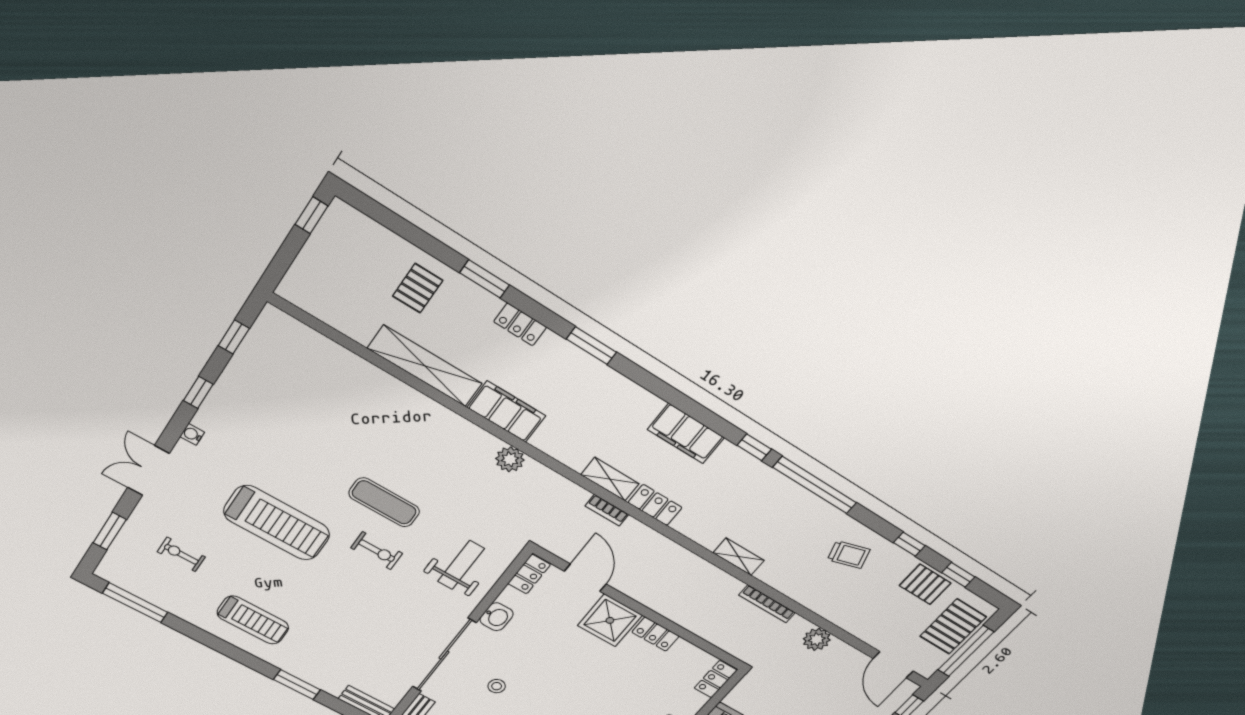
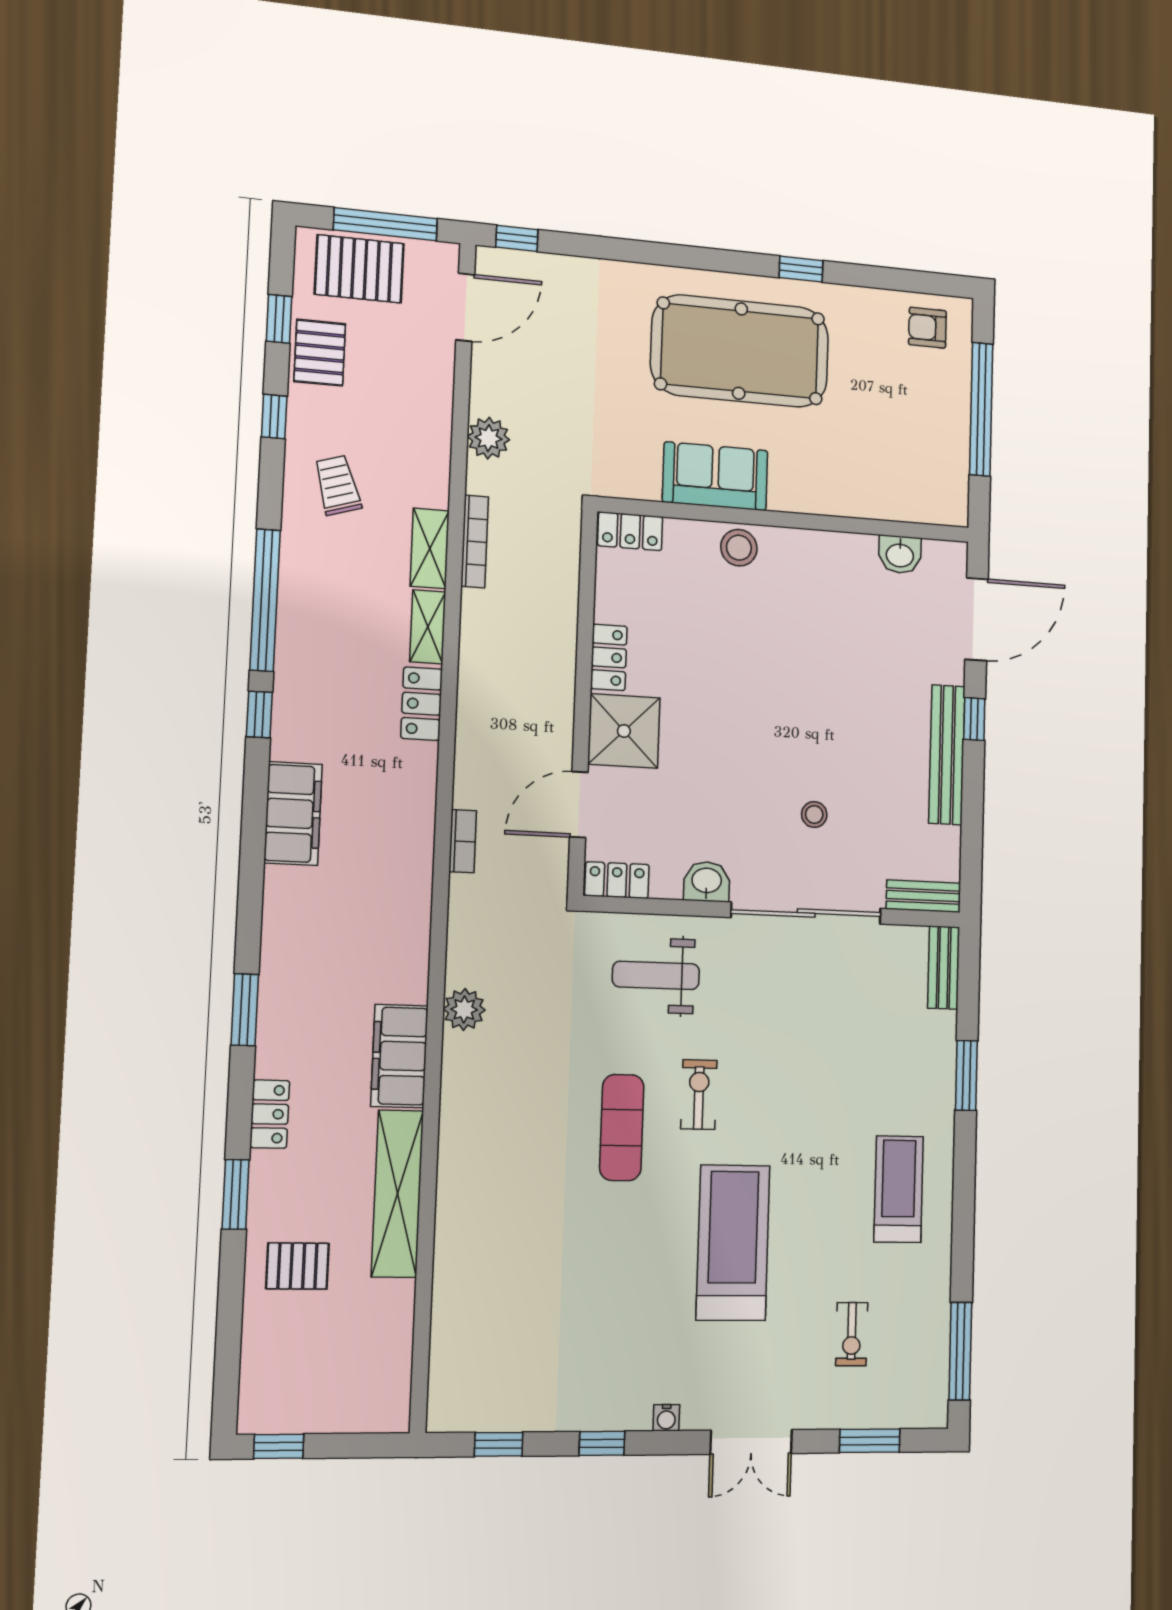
shelving: (610, 479) -> (430, 548), moved
locker: (655, 505) -> (422, 704), moved

